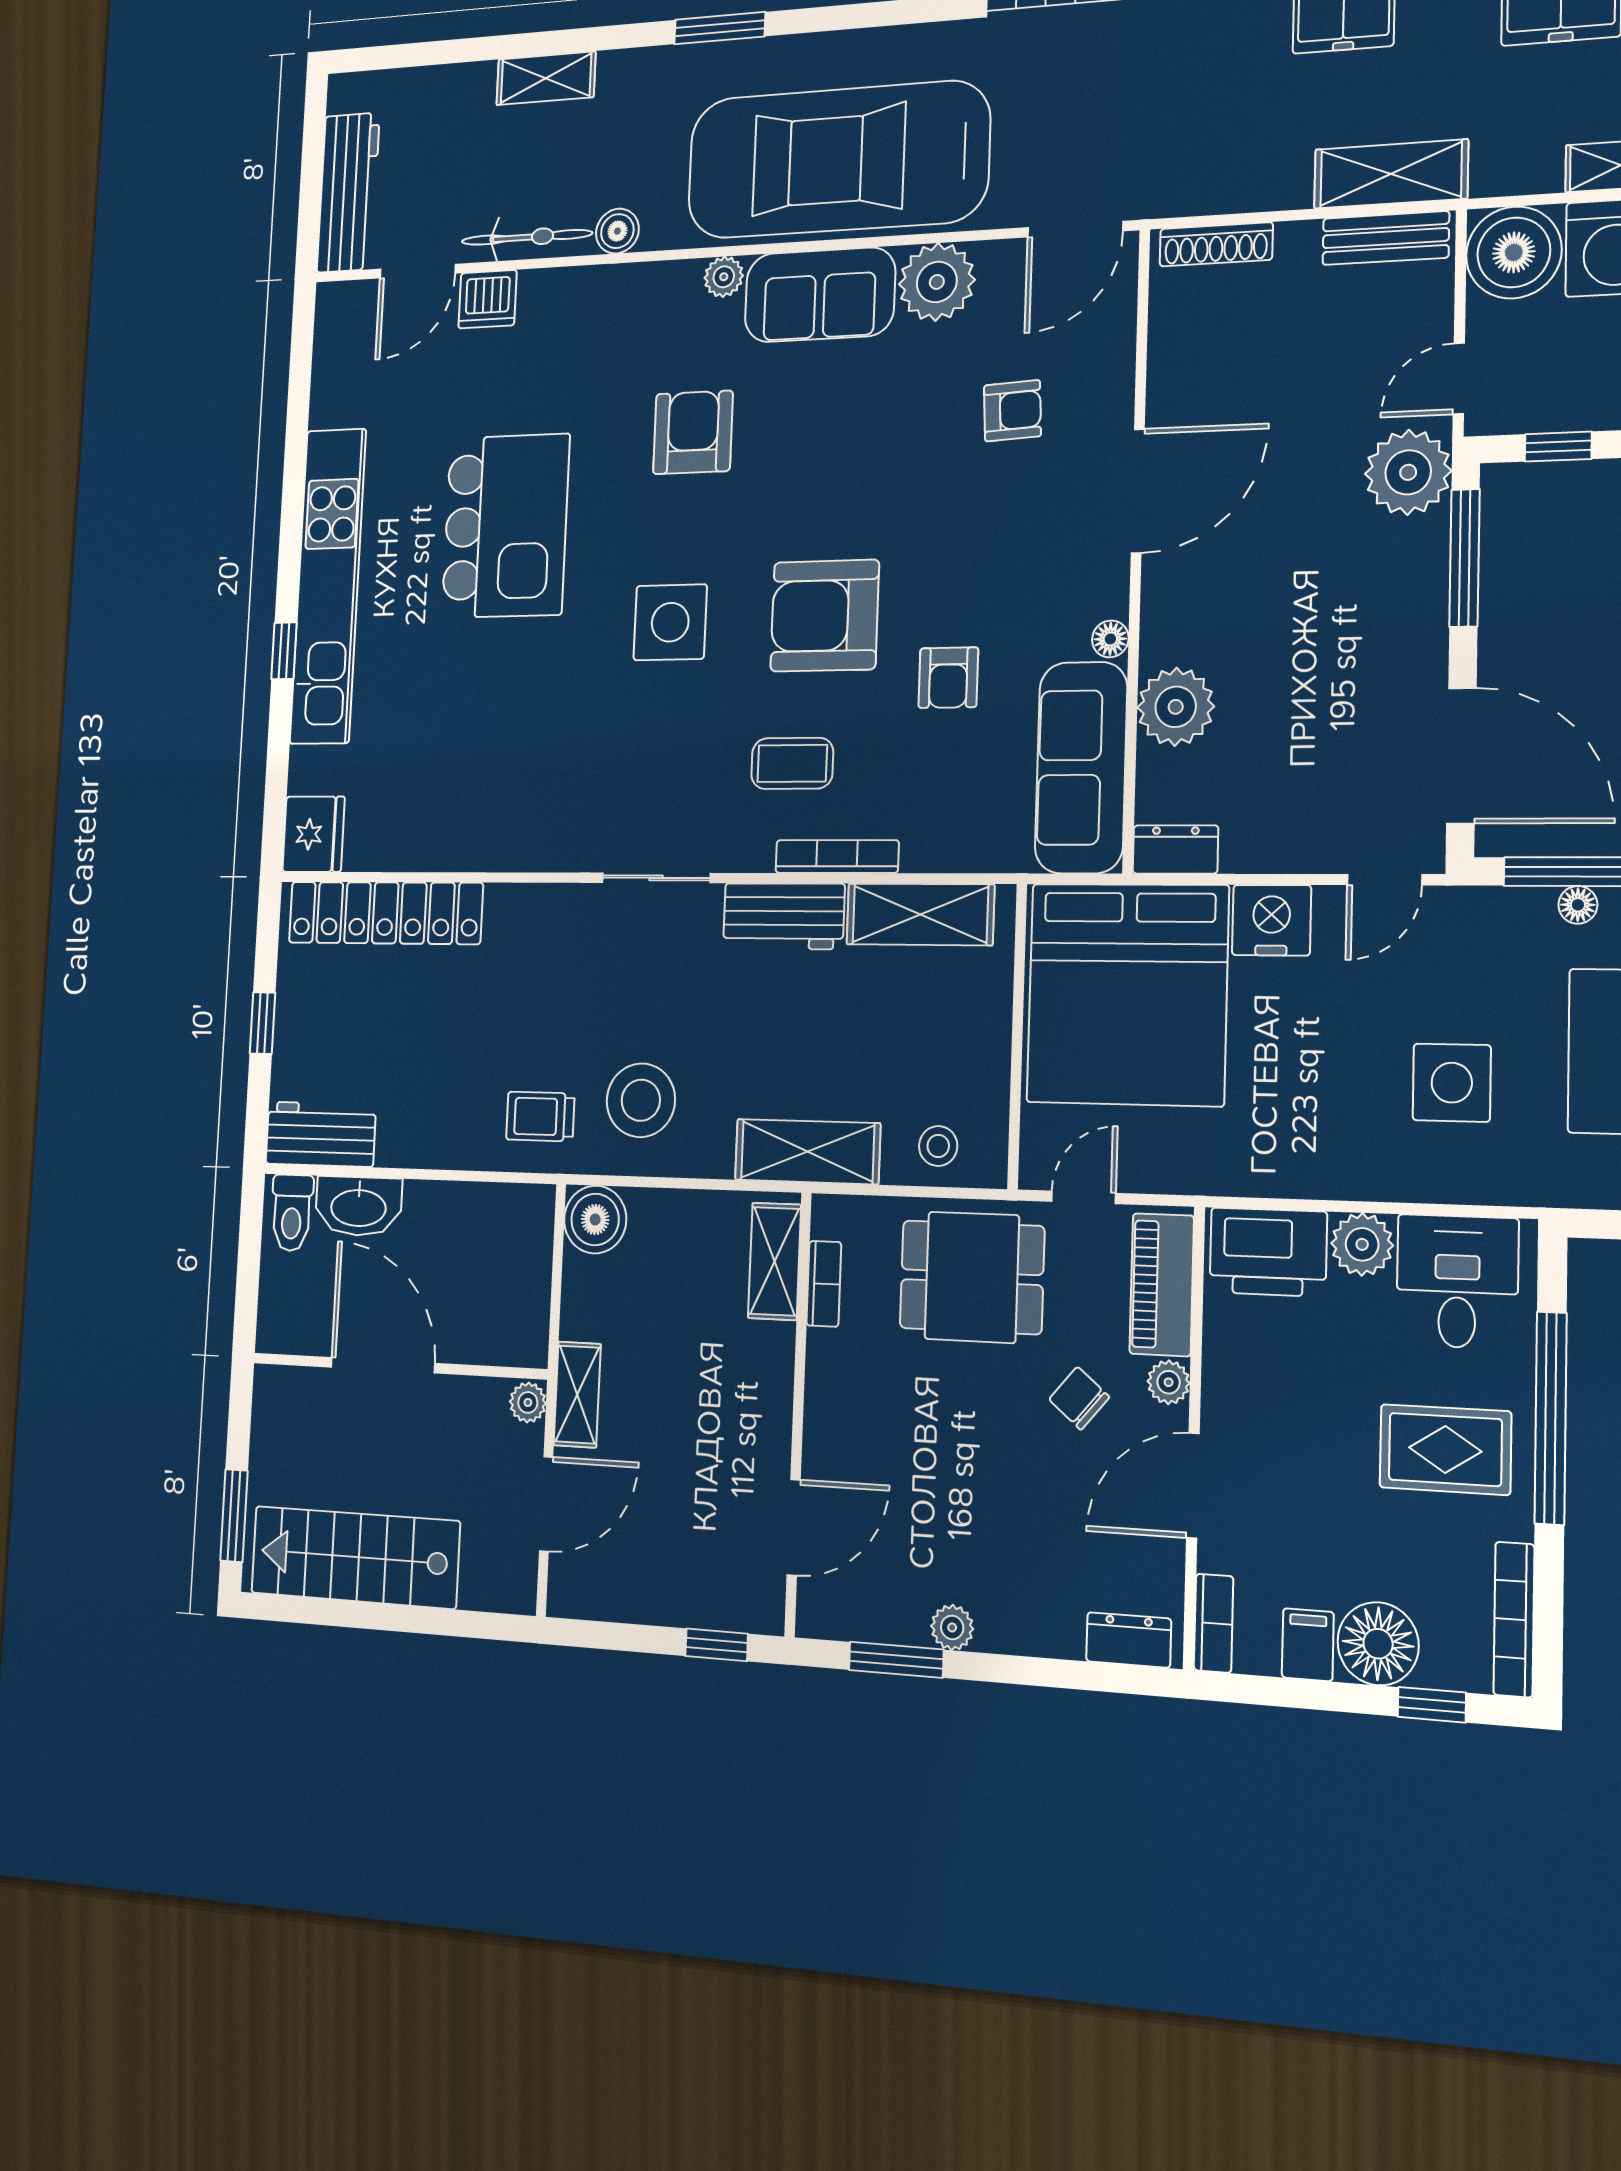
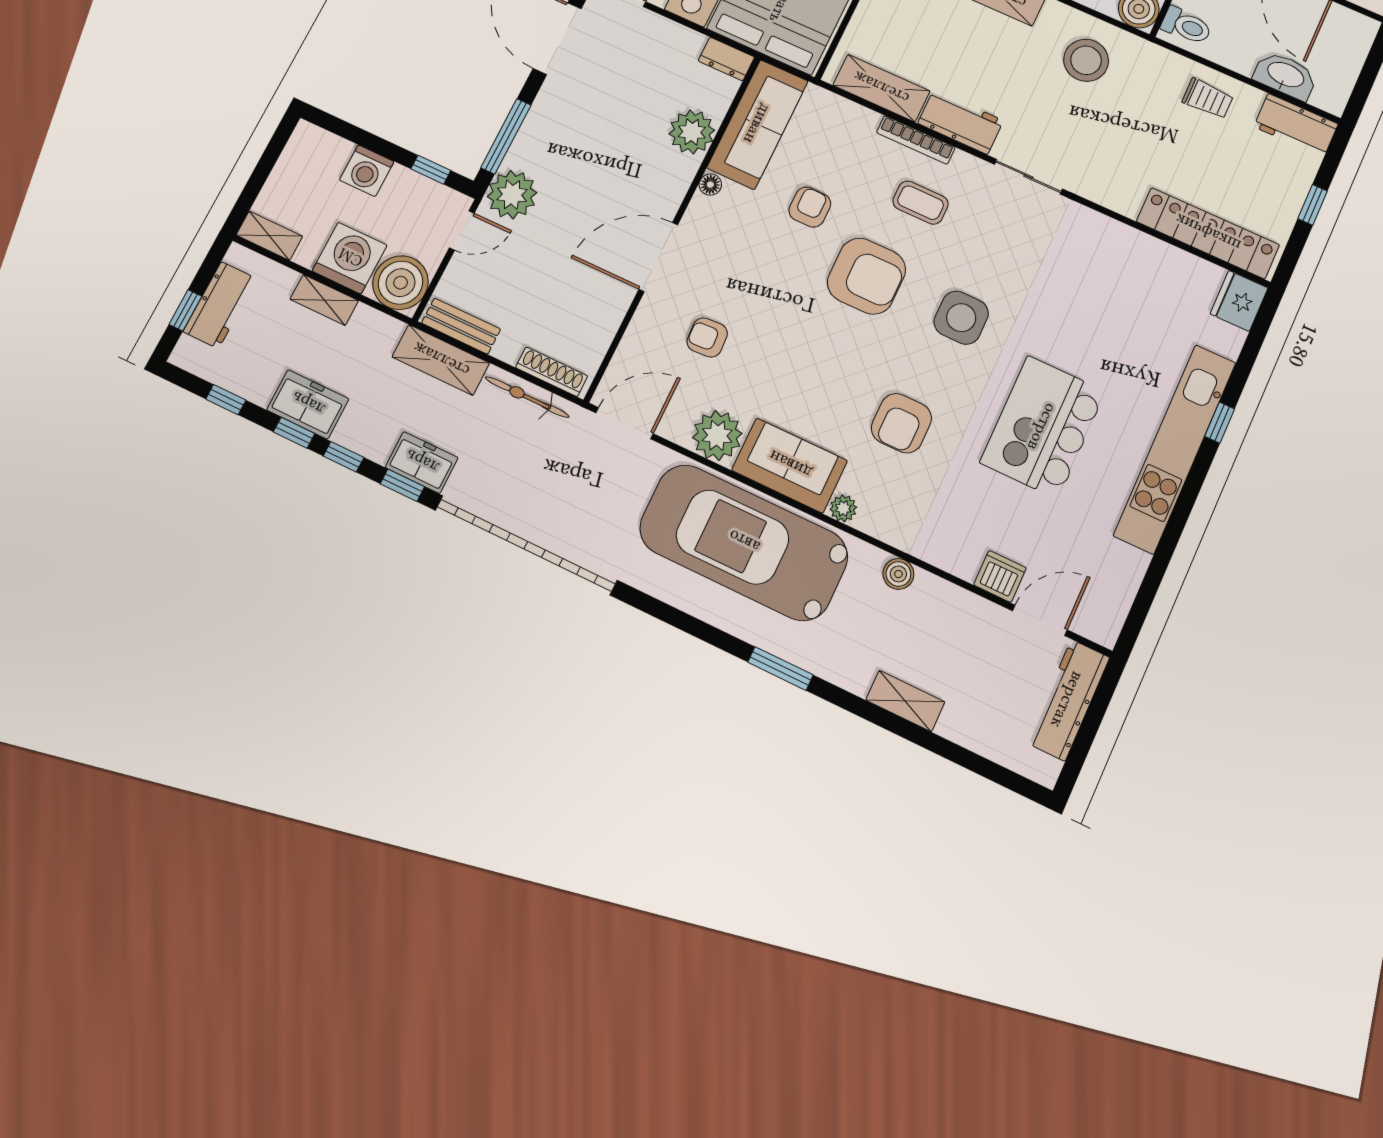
car: (838, 160) -> (744, 542), turned 180
bicycle: (527, 237) -> (527, 397), moved
trolley: (540, 1117) -> (1208, 98), moved
toilet: (292, 1213) -> (1186, 26), moved, turned 90

